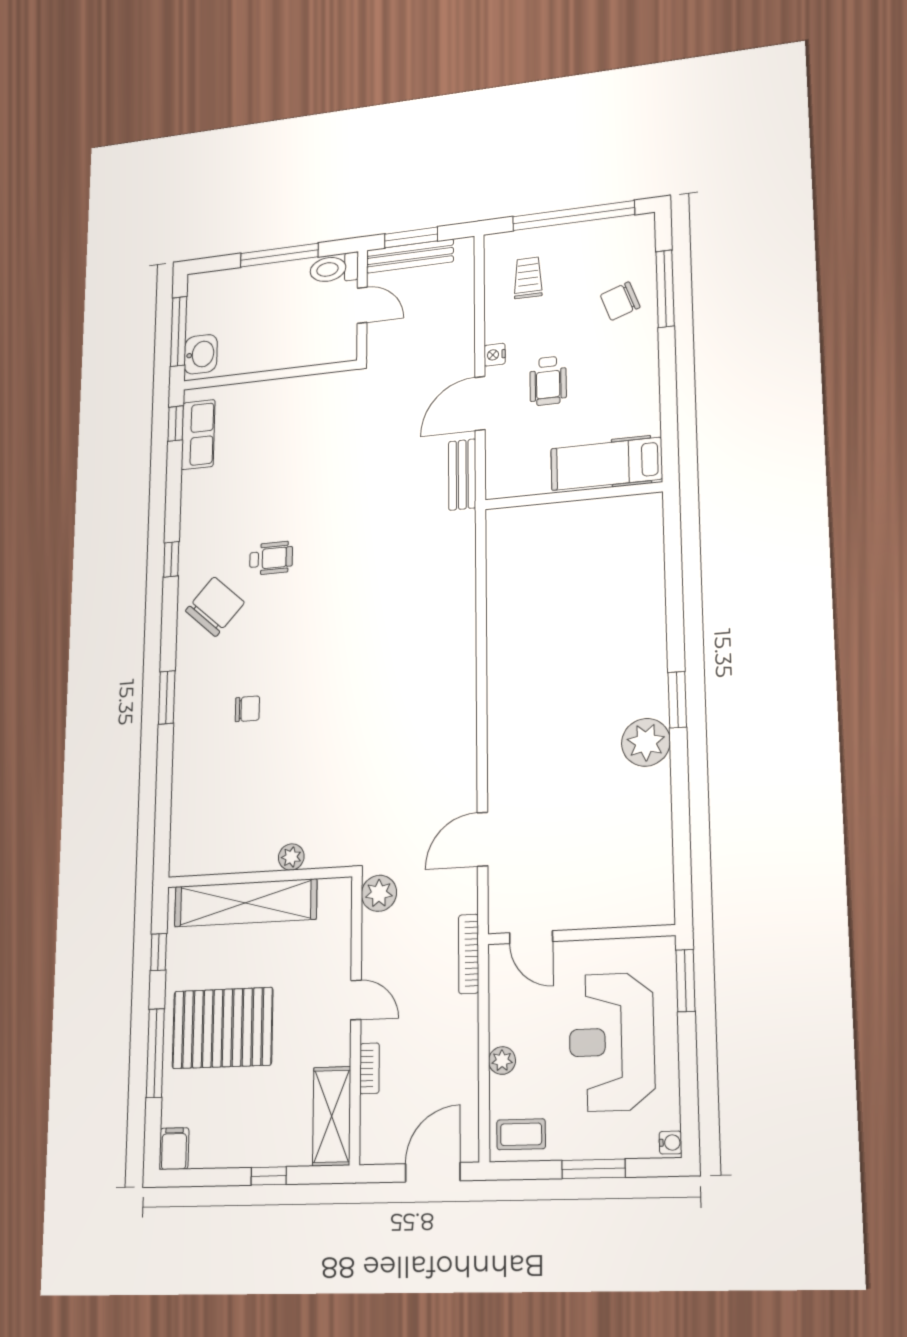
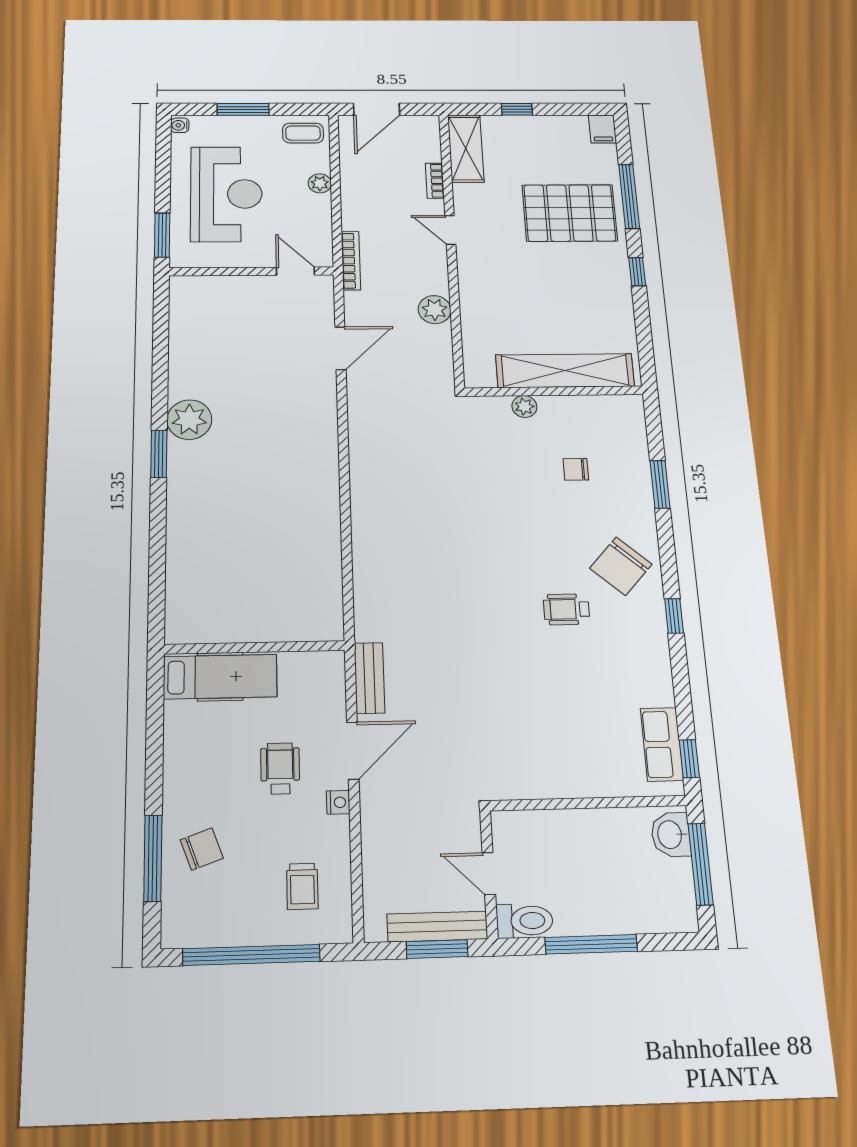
plant: (291, 857) -> (524, 406), moved
wall: (259, 877) -> (554, 391), moved
shelving: (245, 903) -> (565, 371), moved

